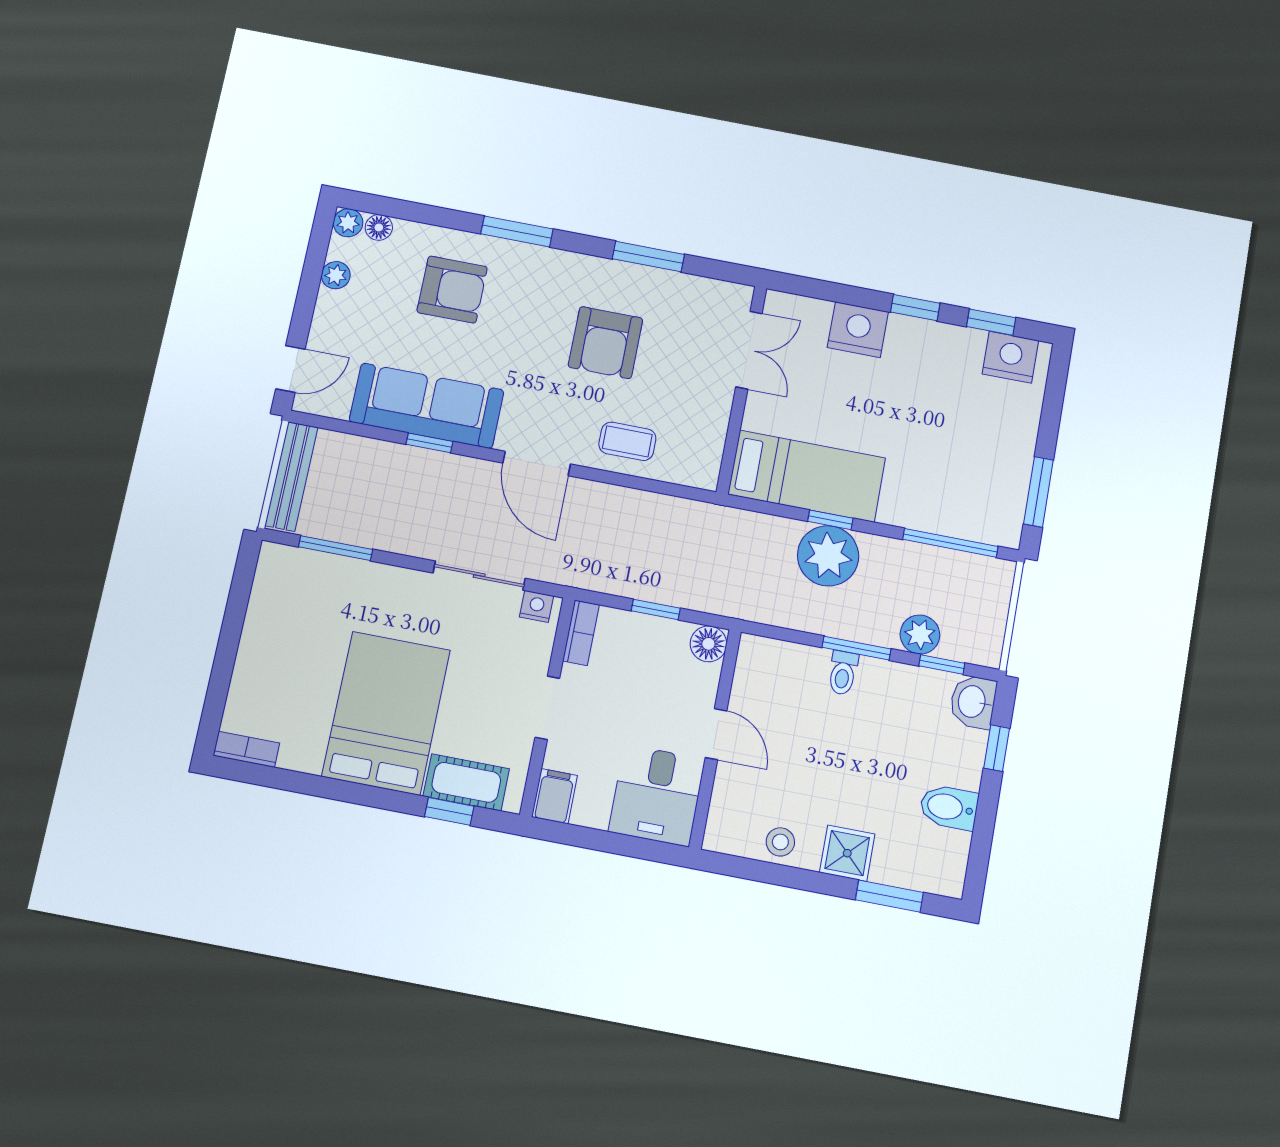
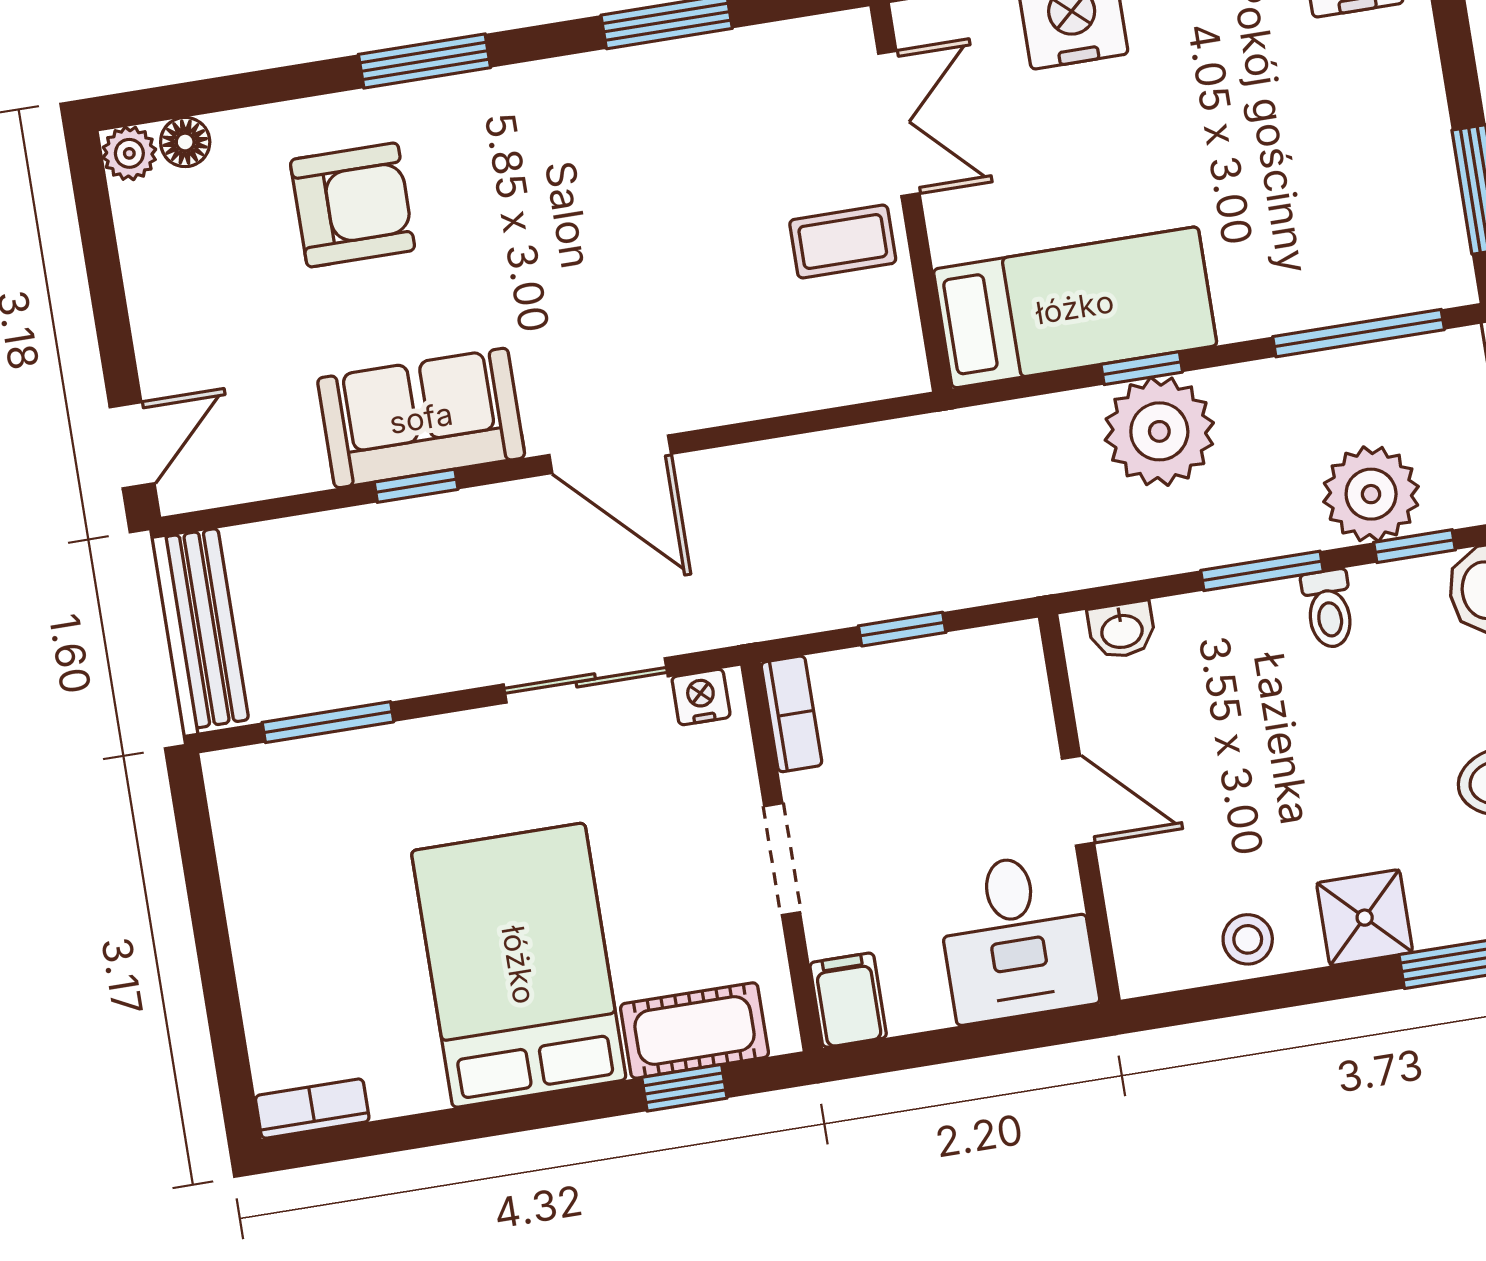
plant: (336, 275) -> (145, 254), removed
armchair: (605, 343) -> (649, 201), removed
sofa: (427, 406) -> (421, 418), width x0.73
coffee table: (627, 441) -> (843, 242), moved
plant: (920, 634) -> (1371, 494), width x1.36, depth x1.36
floor lamp: (708, 644) -> (1011, 655), removed
washbasin: (771, 652) -> (1122, 630), added
toilet: (843, 673) -> (1329, 609), moved

